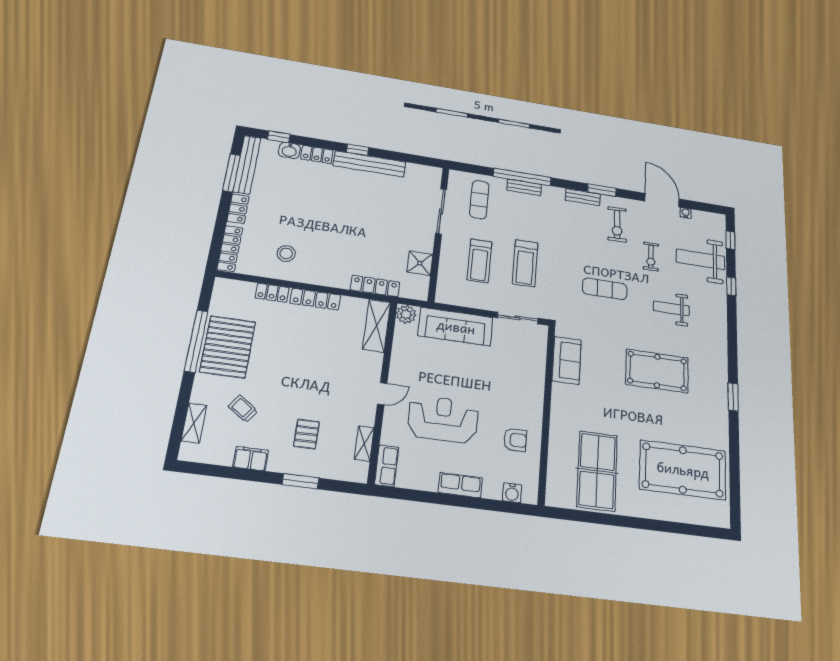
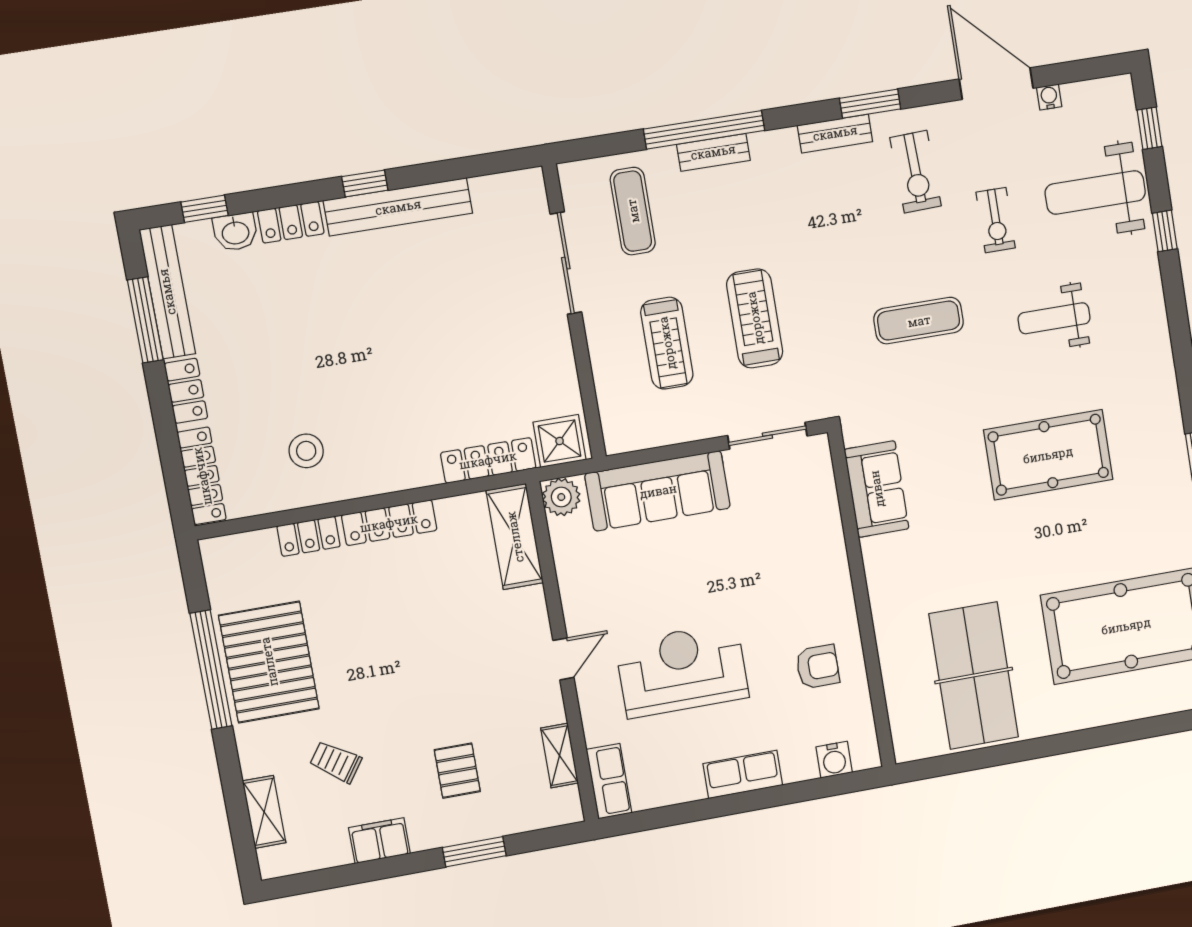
shower: (420, 263) -> (560, 441), moved
treadmill: (525, 263) -> (755, 318), turned 180

